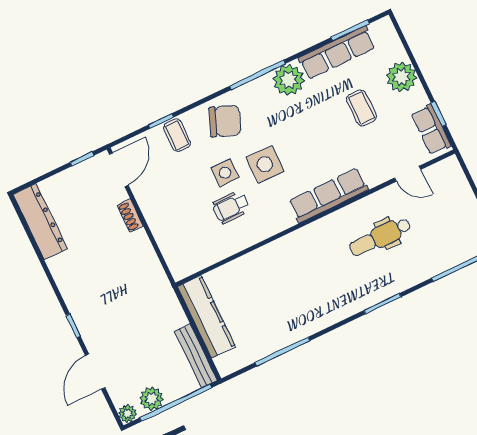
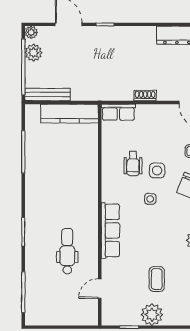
plant: (401, 77) -> (152, 315), moved
coffee table: (361, 108) -> (157, 279), turned 90
row of seats: (431, 130) -> (118, 112), moved, turned 180
side table: (265, 164) -> (150, 199), width x0.54, depth x0.54
wheelchair: (231, 207) -> (133, 164), turned 180
shoe rack: (130, 216) -> (145, 96), moved

